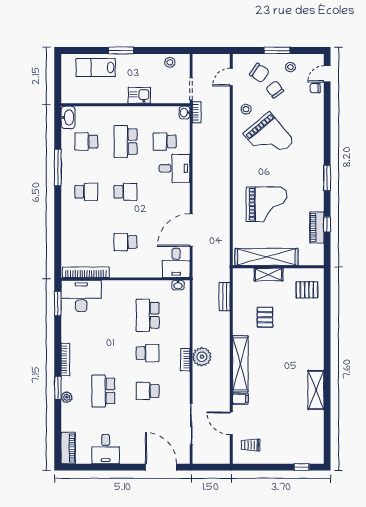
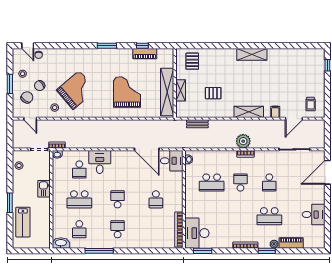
shelving: (240, 364) -> (249, 112), width x0.68
shelving: (316, 390) -> (252, 54), moved
piano: (68, 448) -> (291, 243), moved

